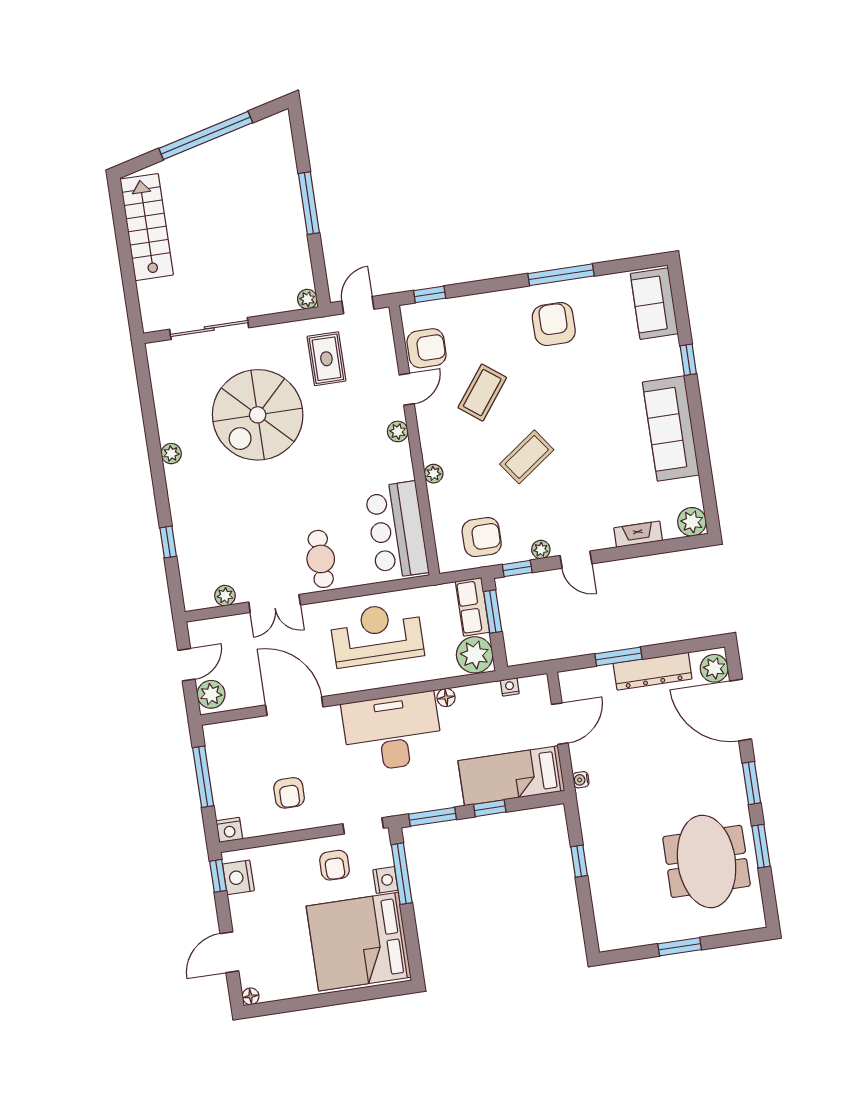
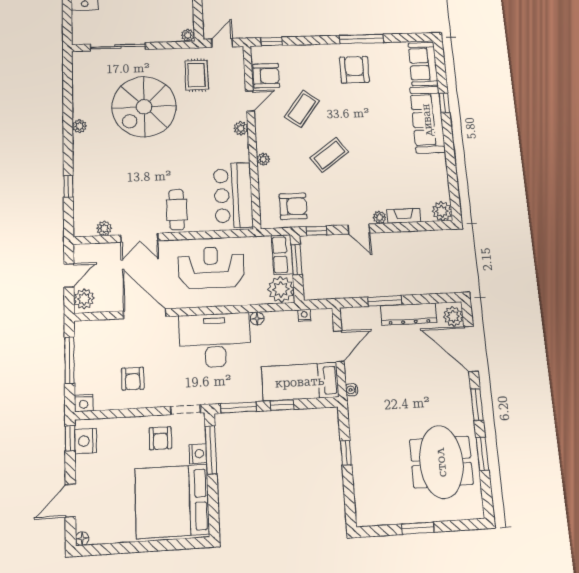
sofa: (671, 428) -> (427, 120), moved
plant: (541, 550) -> (380, 217), moved

